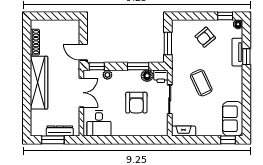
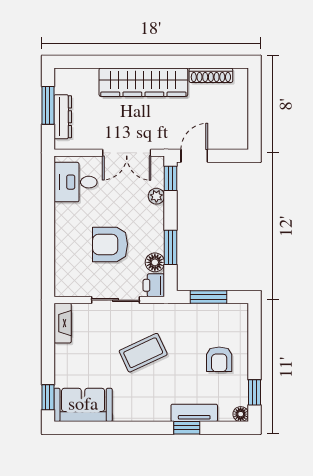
armchair: (205, 37) -> (219, 359), turned -140

